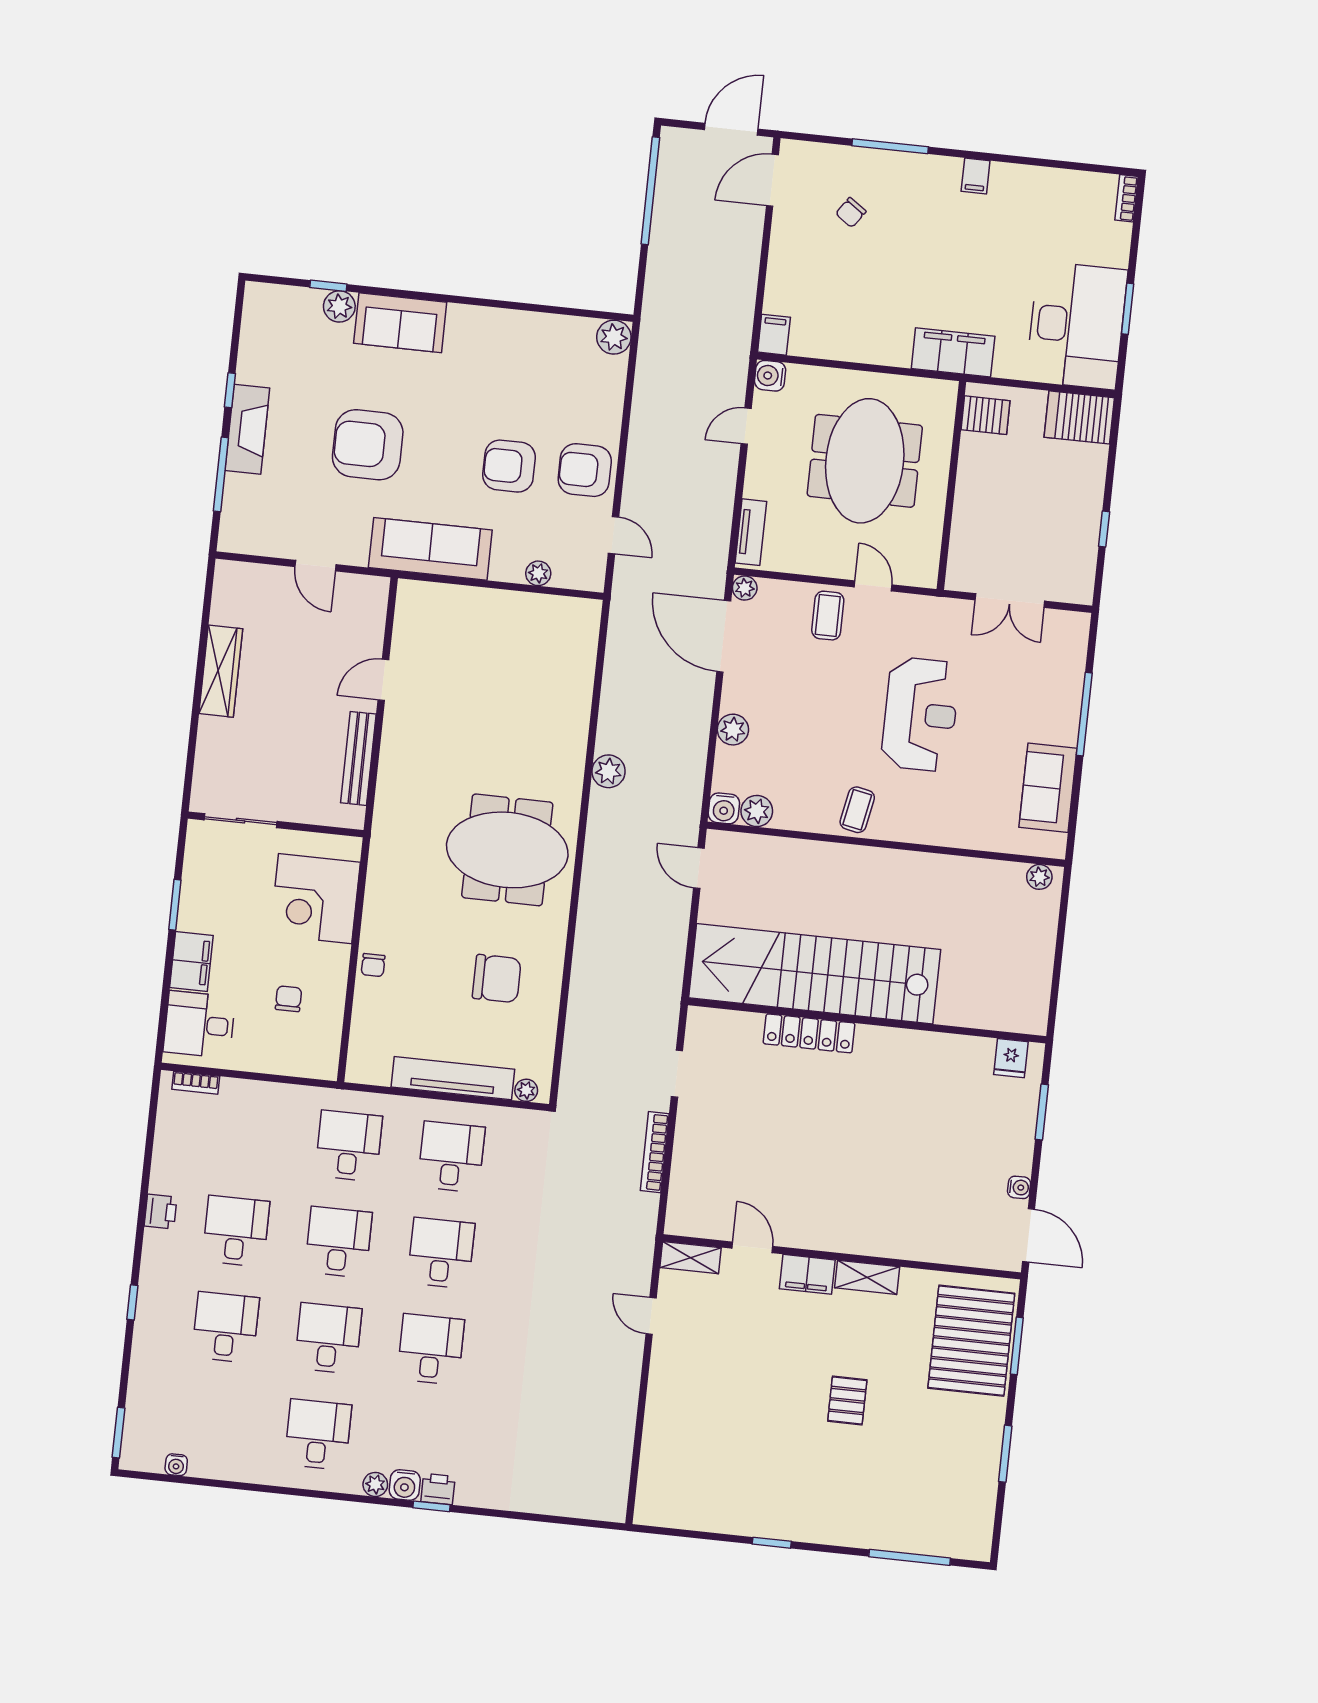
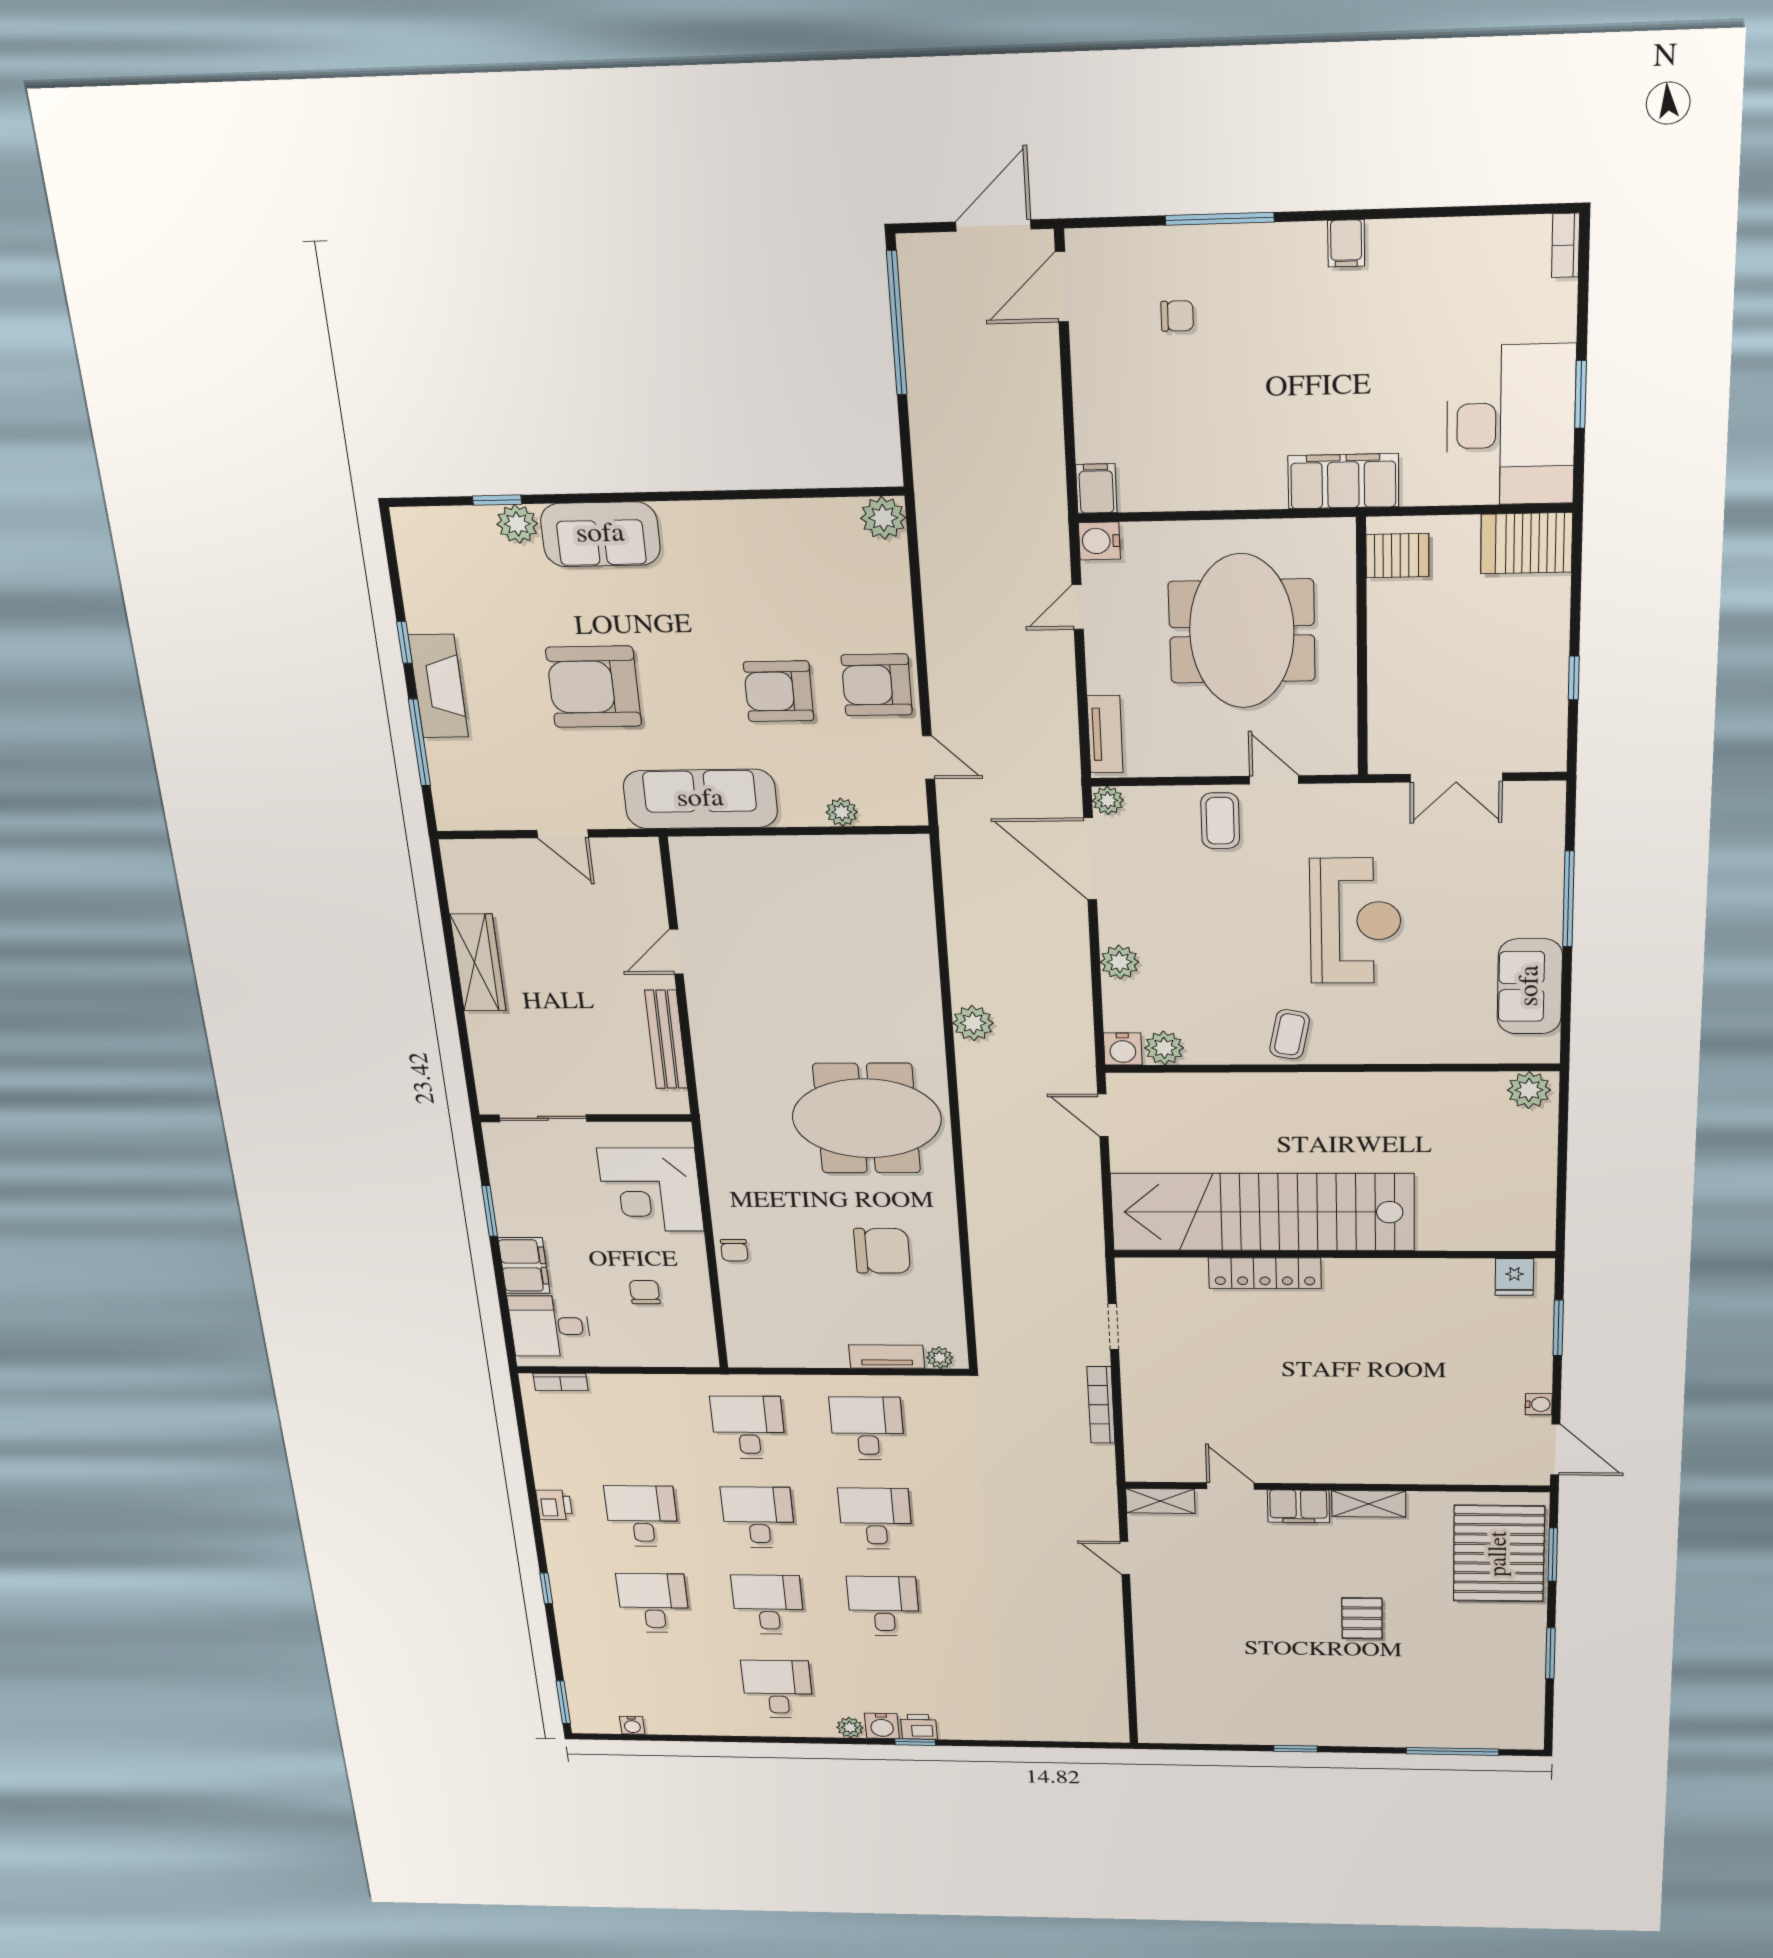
chair: (851, 213) -> (1177, 316), turned -125
plant: (1039, 877) -> (1529, 1090), width x1.38, depth x1.38
tv unit: (453, 1078) -> (887, 1357), width x0.52, depth x0.78

